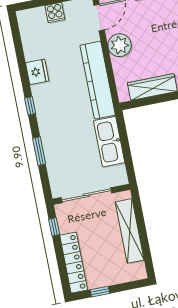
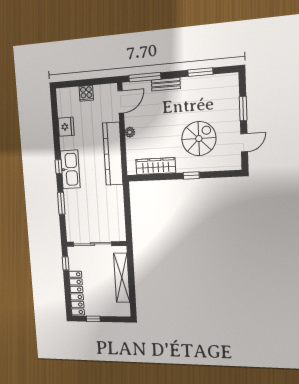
plant: (120, 45) -> (130, 132), width x0.53, depth x0.53
fridge: (37, 72) -> (66, 127), moved
kitchen sink: (109, 142) -> (70, 169), moved, turned 180

